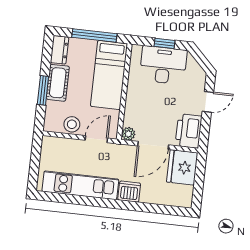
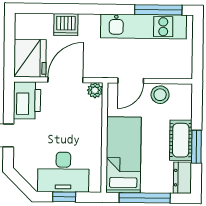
window: (43, 90) -> (196, 147), moved
dishwasher: (129, 192) -> (66, 25), moved
window: (66, 199) -> (158, 10), added

